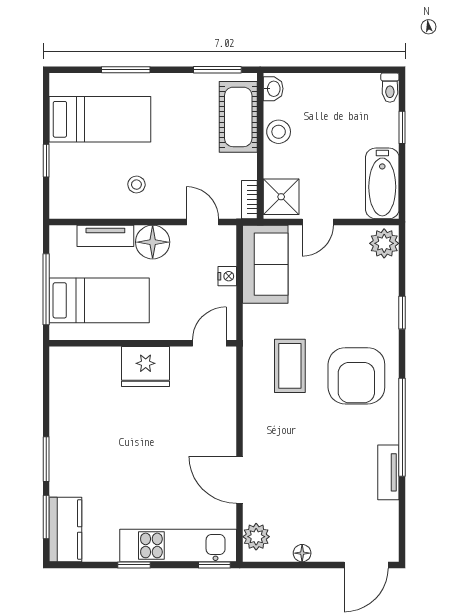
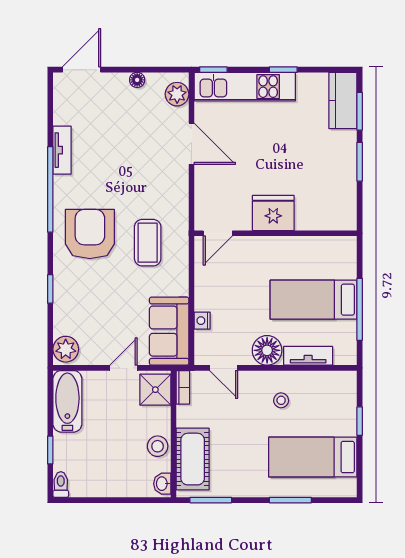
wall: (143, 343) -> (276, 233), moved
door: (209, 343) -> (218, 233), moved
fridge: (146, 366) -> (273, 213), moved

